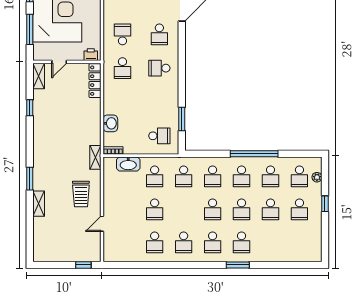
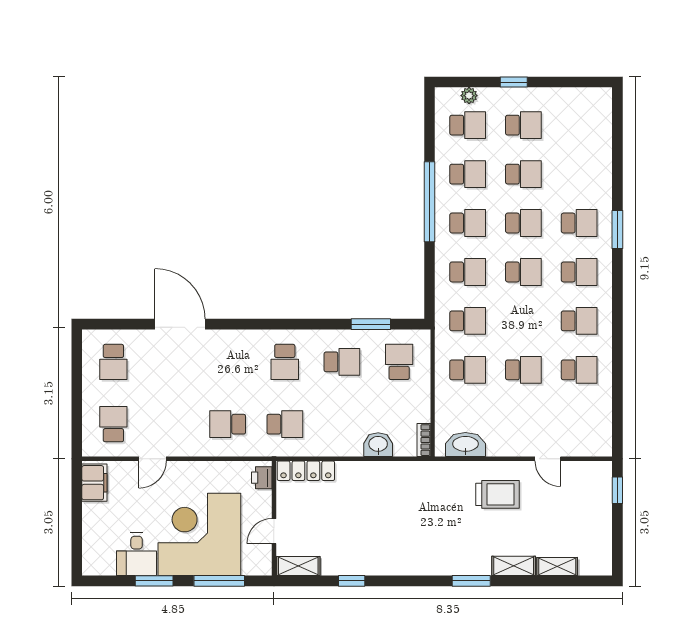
school desk: (159, 34) -> (342, 362), moved
door: (59, 62) -> (274, 531), swing flipped
shelving: (95, 157) -> (557, 567), moved
washbasin: (128, 164) -> (465, 445), moved, turned -90

